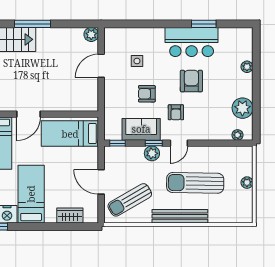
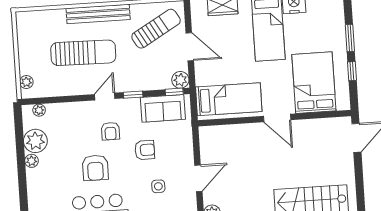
plant: (247, 67) -> (32, 161), moved
armchair: (176, 112) -> (110, 131), turned 180
door: (28, 114) -> (277, 118), swing flipped
sofa: (141, 129) -> (163, 108), moved
plant: (152, 153) -> (180, 80), moved
plant: (247, 183) -> (26, 82), moved

